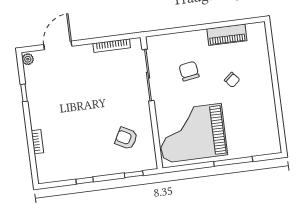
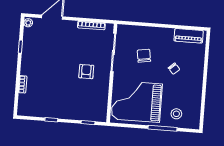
piano: (227, 35) -> (189, 36), moved
armchair: (126, 138) -> (86, 71), moved, turned 62
stool: (248, 139) -> (176, 114), added

